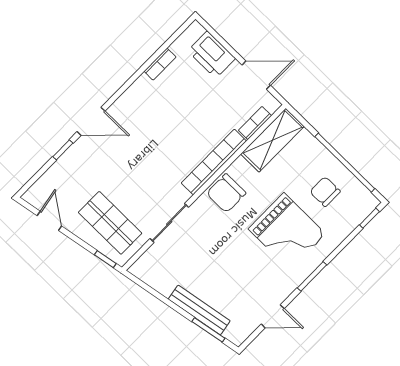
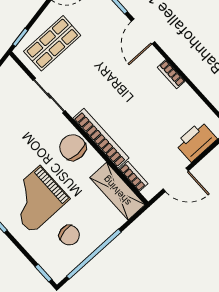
bookcase: (160, 64) -> (171, 74), moved
door: (256, 75) -> (176, 180), hinge flipped
chair: (325, 192) -> (69, 235), turned 80

